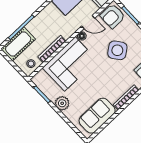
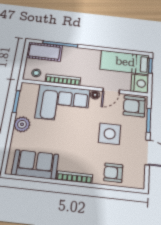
door: (88, 22) -> (111, 91), hinge flipped
side table: (117, 50) -> (110, 134), turned 37

